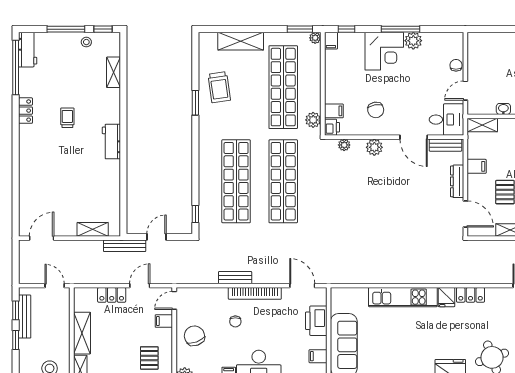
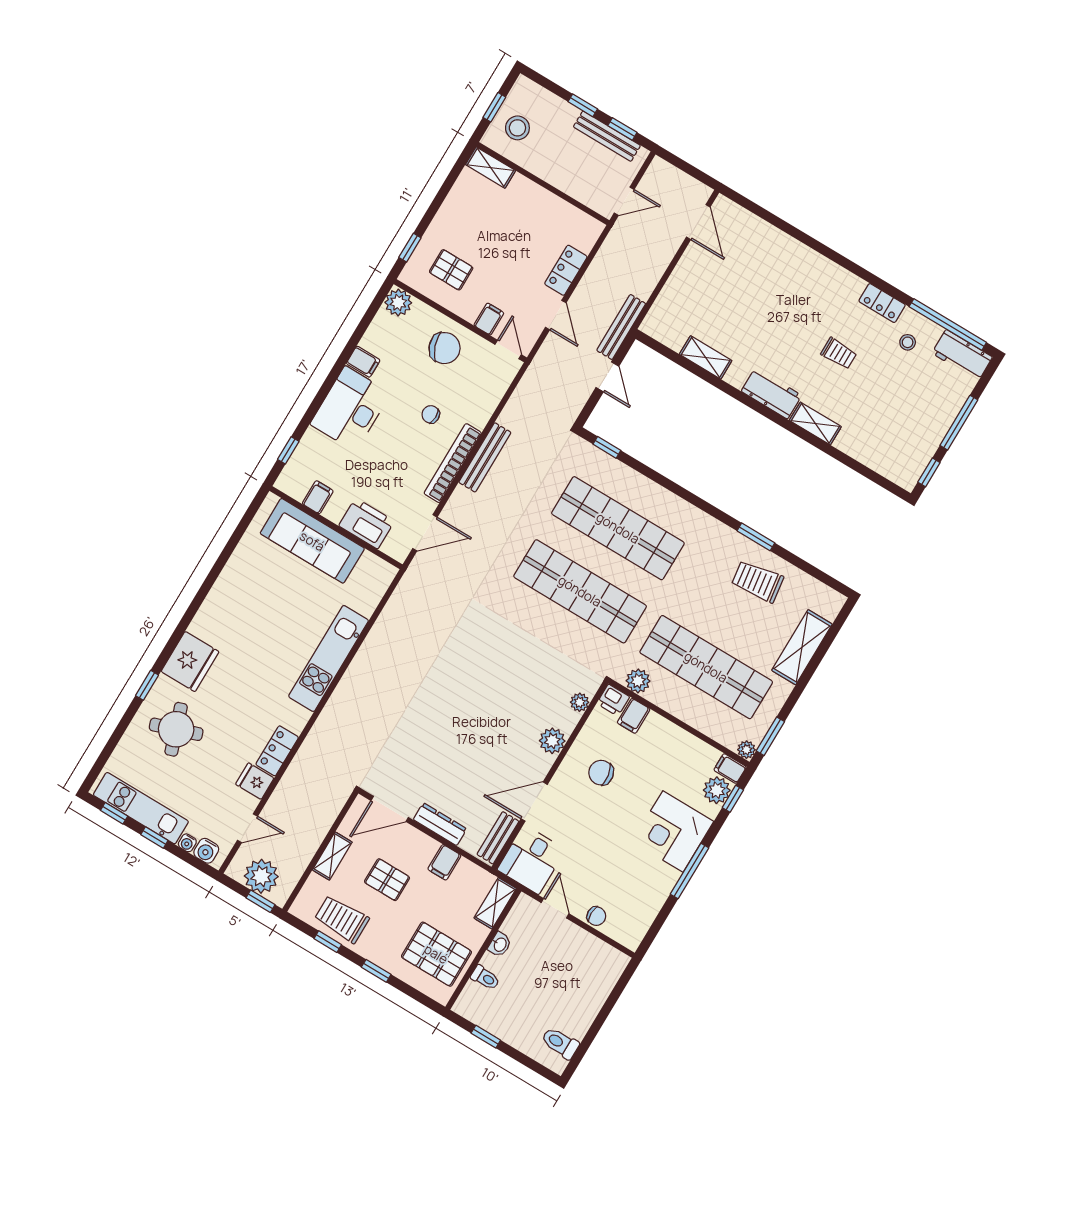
plant: (413, 41) -> (717, 790), moved
stool: (86, 42) -> (908, 342), moved
shelving: (114, 72) -> (815, 423), moved
shelving: (93, 229) -> (706, 357), moved, turned 90
bench: (235, 278) -> (485, 457), width x1.36
fridge: (447, 297) -> (255, 781), moved
shelving: (82, 333) -> (539, 200), removed

